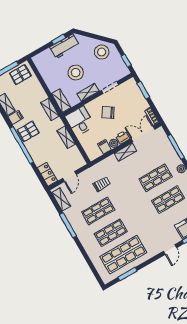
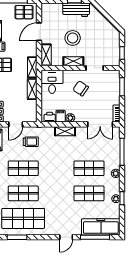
stool: (102, 52) -> (105, 33), removed
door: (43, 84) -> (39, 32), added
shelving: (50, 109) -> (32, 67), moved
double door: (143, 134) -> (100, 124), swing flipped
printer: (123, 137) -> (50, 117), moved
shelving: (125, 152) -> (65, 131), moved
trolley: (102, 184) -> (31, 142), moved

